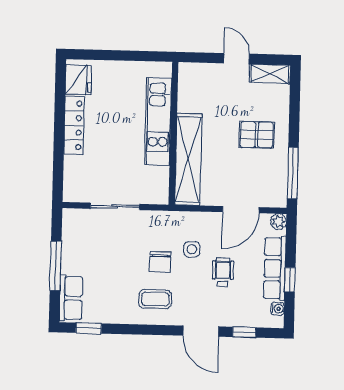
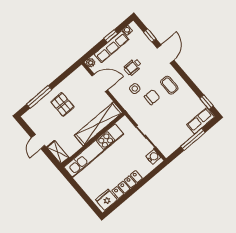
shelving: (270, 74) -> (58, 152), moved
kitchen unit: (158, 122) -> (94, 151), width x1.36
window: (293, 173) -> (39, 97), moved
water cooler: (79, 193) -> (153, 157), added

